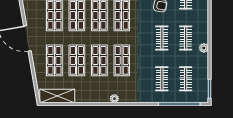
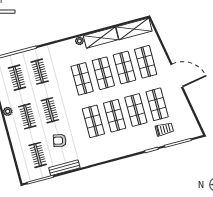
shelving: (92, 96) -> (101, 38), added

